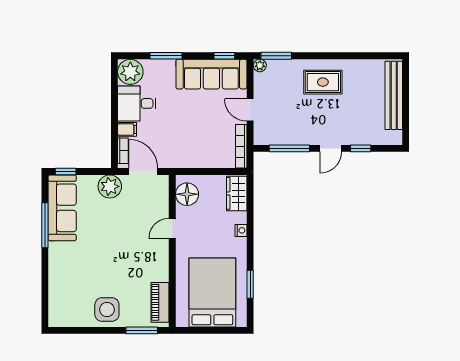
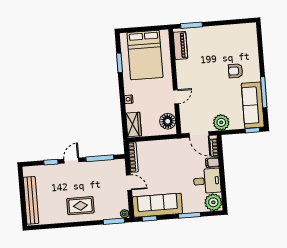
armchair: (83, 259) -> (236, 71), added
side table: (107, 310) -> (217, 38), removed

